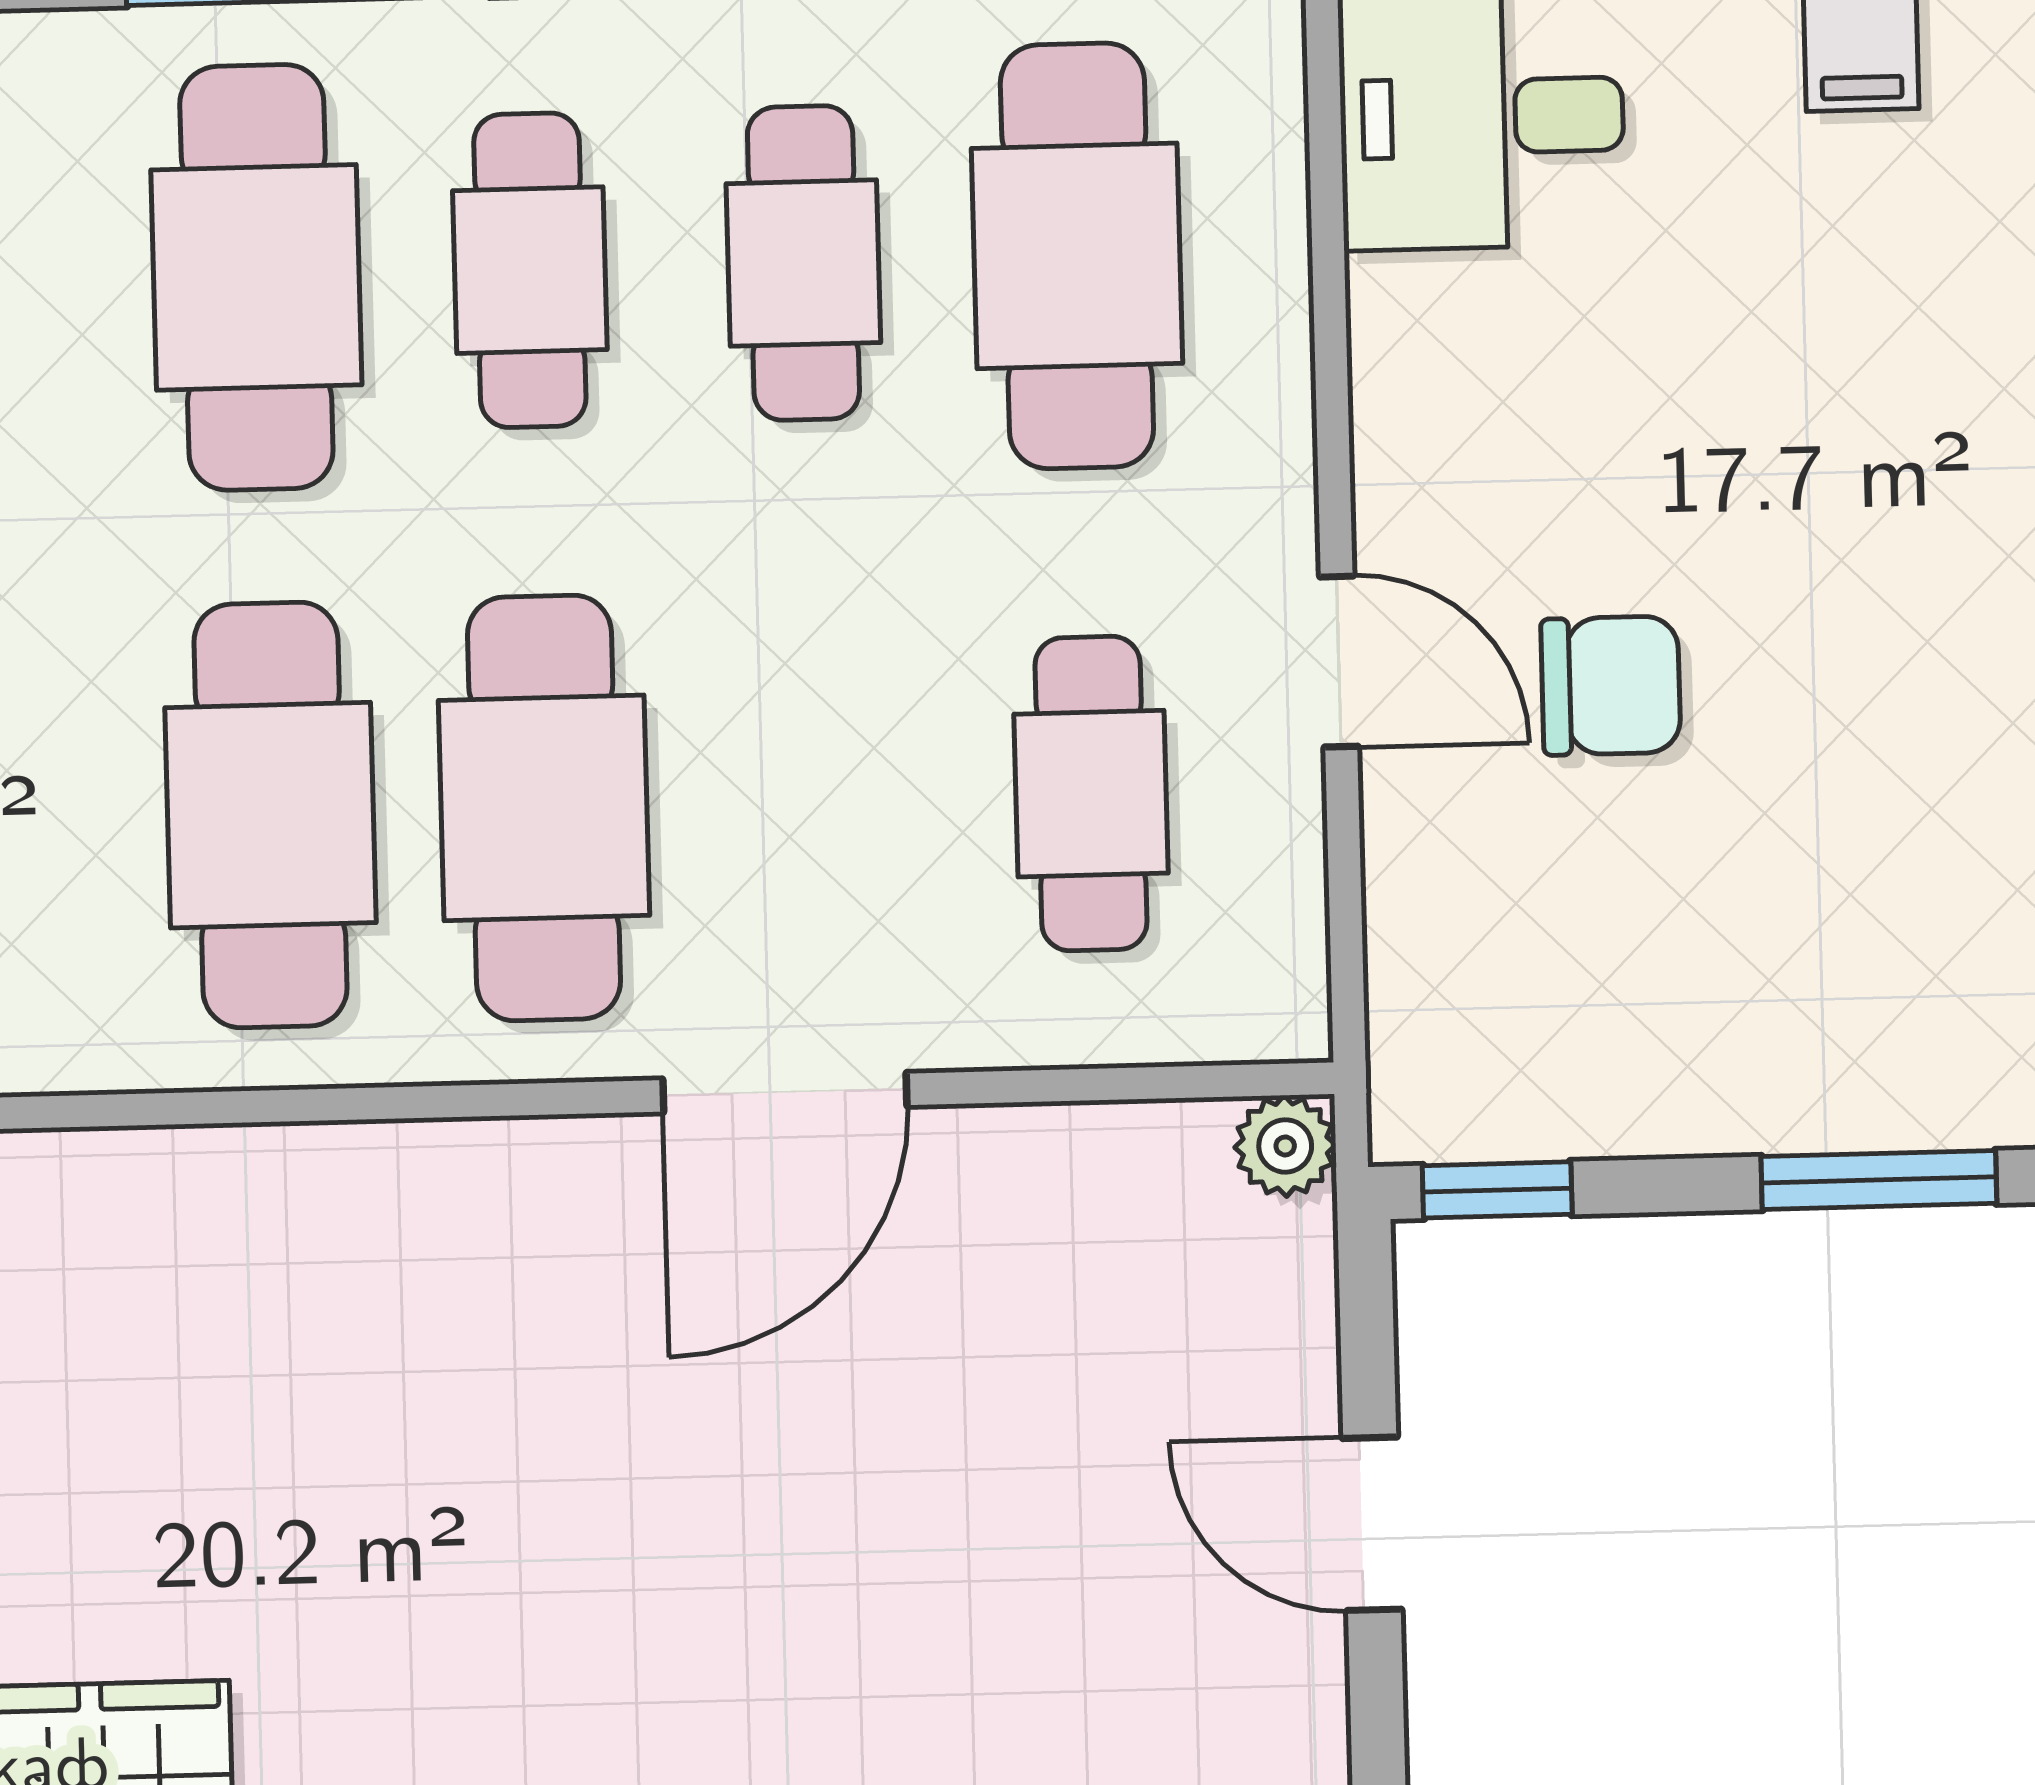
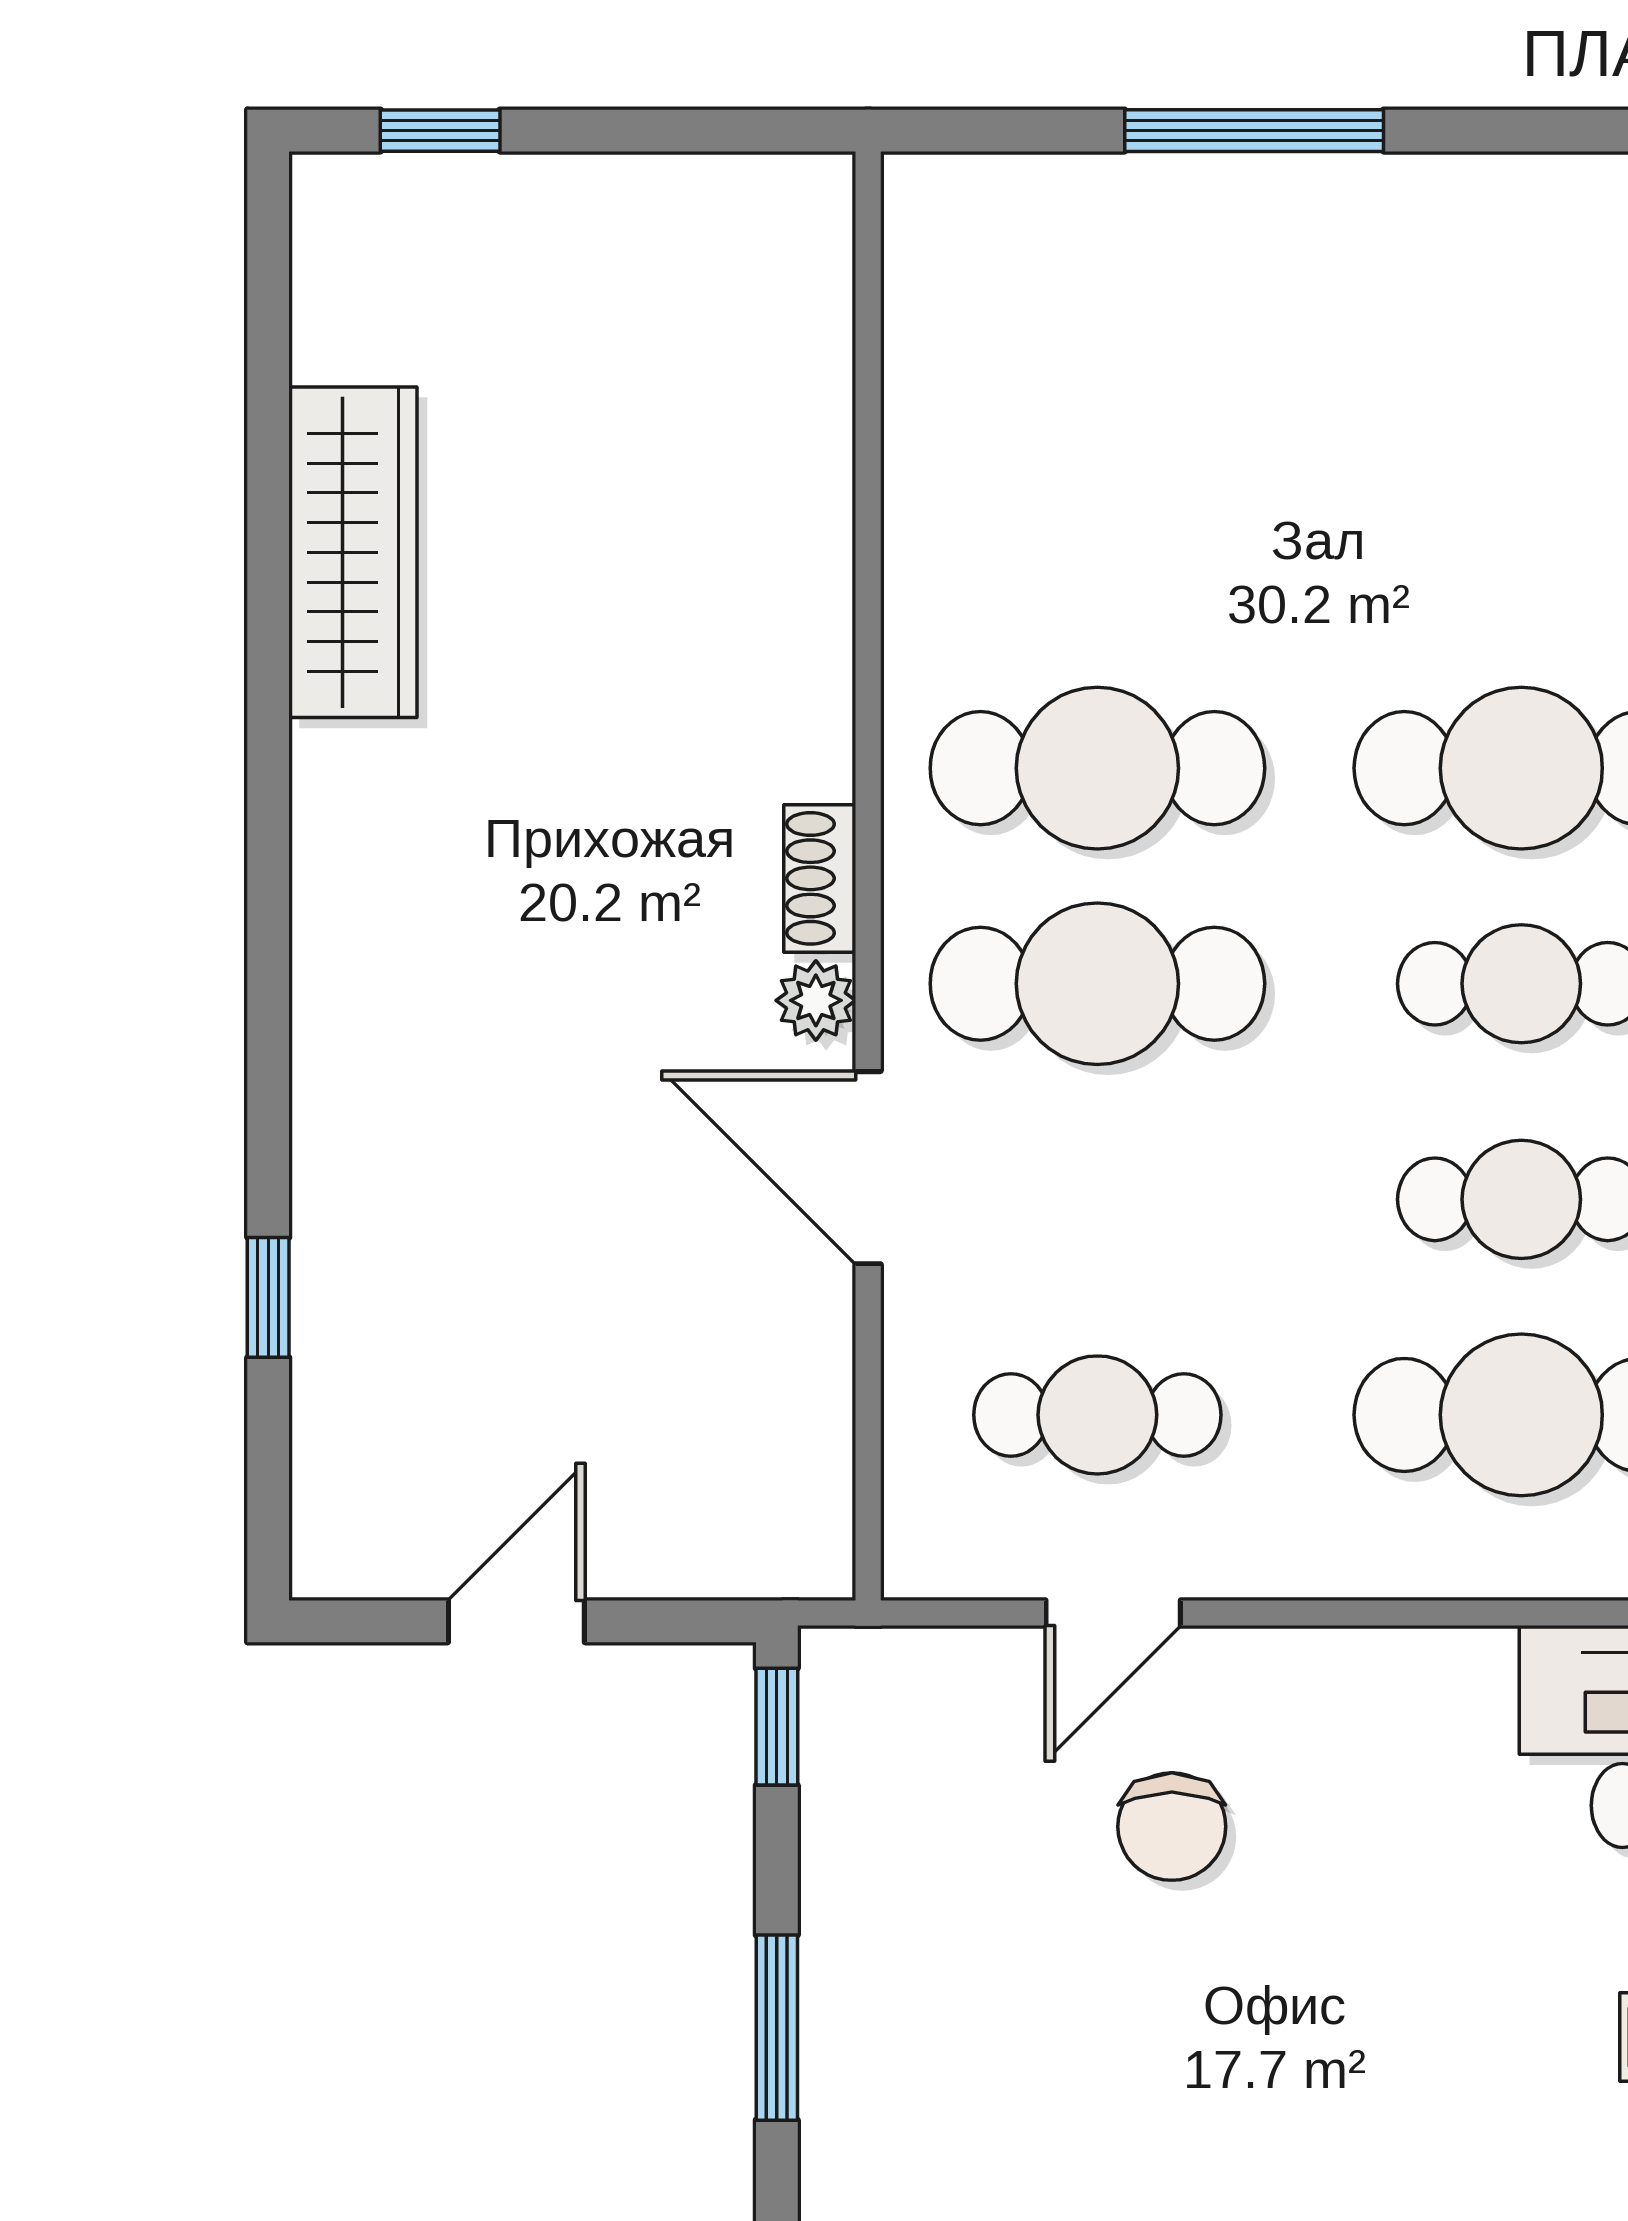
door: (1339, 662) -> (1113, 1613), moved
plant: (1285, 1146) -> (816, 1000), moved
shoe rack: (420, 1164) -> (820, 878), added

